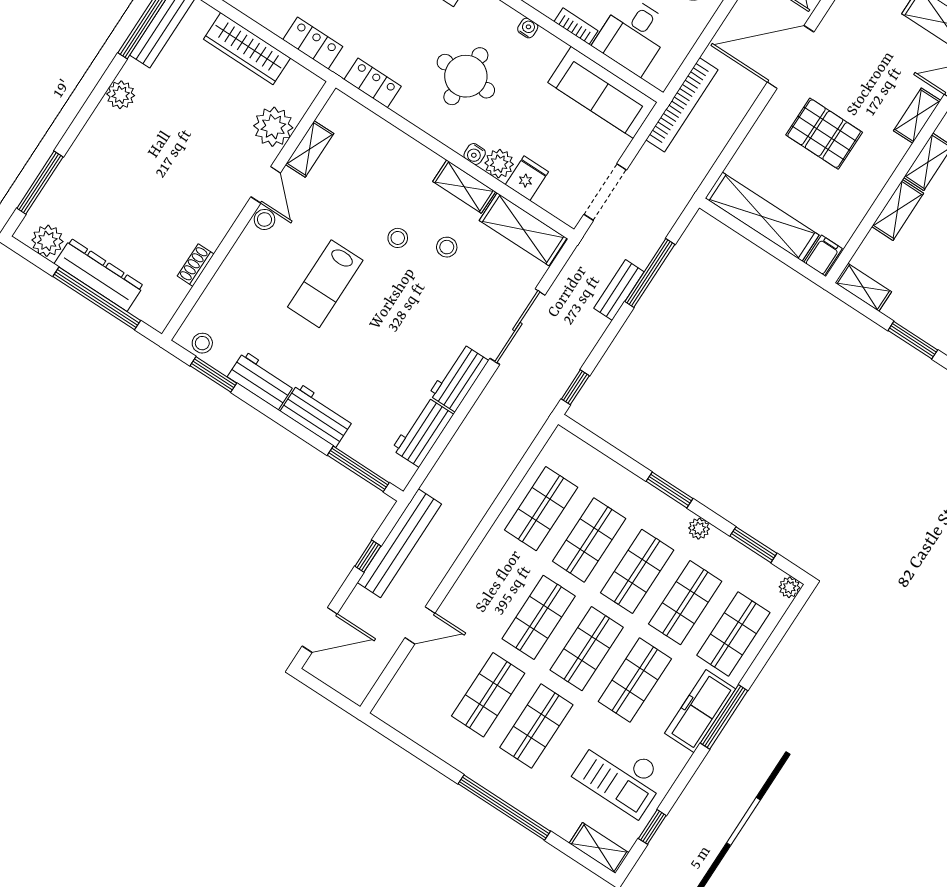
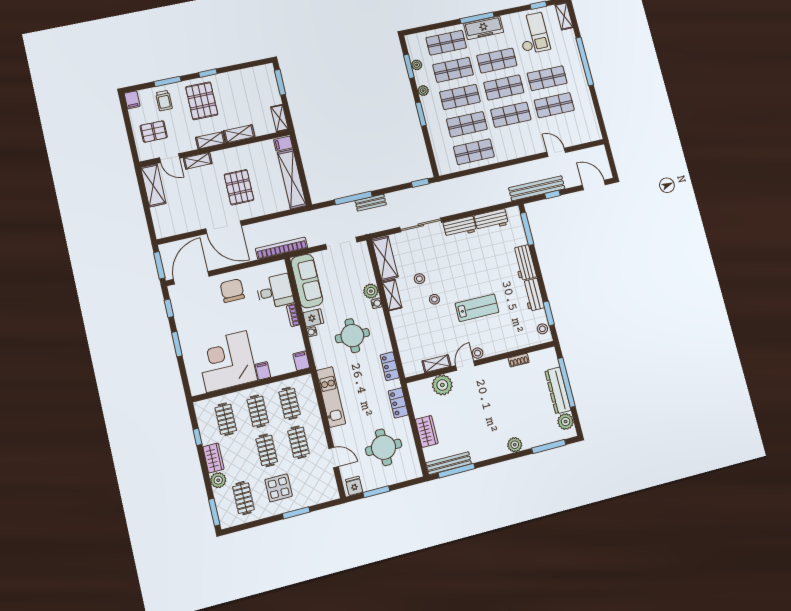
wardrobe: (247, 49) -> (427, 431), width x0.67
plant: (121, 95) -> (515, 445), moved
fridge: (527, 178) -> (313, 318), moved, turned 180
plant: (789, 587) -> (417, 65), moved

